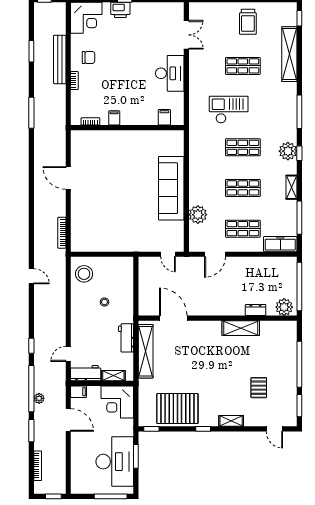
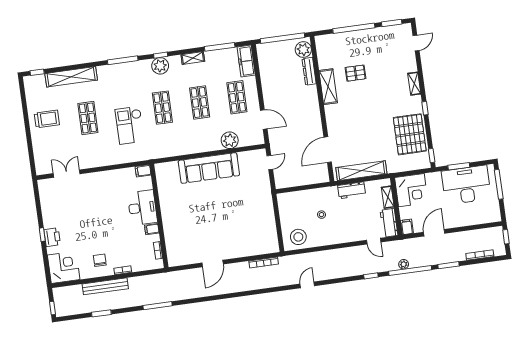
desk: (170, 73) -> (142, 208), moved, turned 90
filing cabinet: (164, 117) -> (143, 171), moved
dresser: (256, 310) -> (309, 71), width x1.44
pallet: (259, 388) -> (355, 73), moved
plant: (39, 398) -> (404, 264), moved

